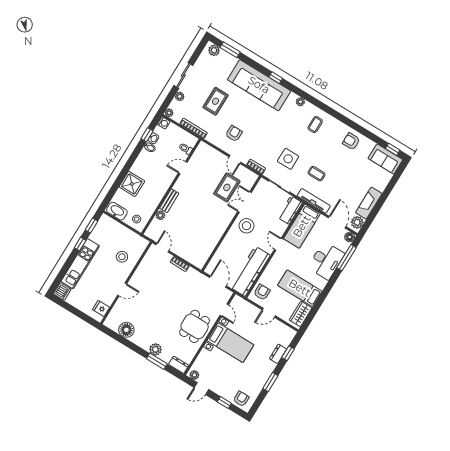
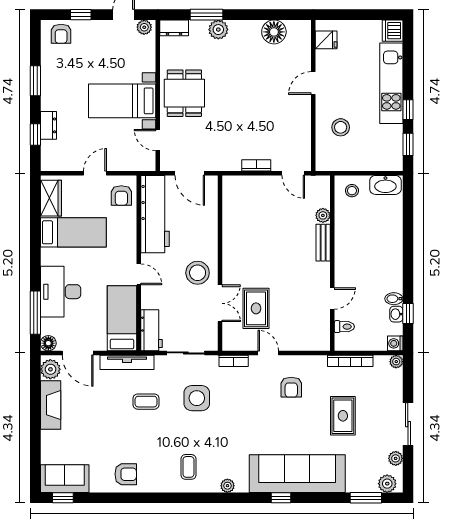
plant: (180, 96) -> (396, 458), moved
shower: (132, 184) -> (388, 234), removed

